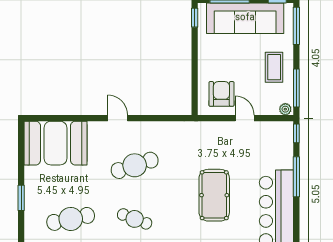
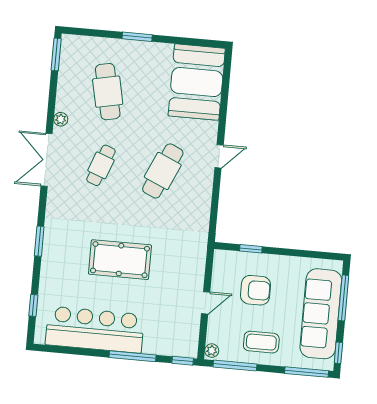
window: (195, 18) -> (251, 249), moved
armchair: (221, 94) -> (256, 290), moved
cafe table: (135, 165) -> (163, 171), turned 42

